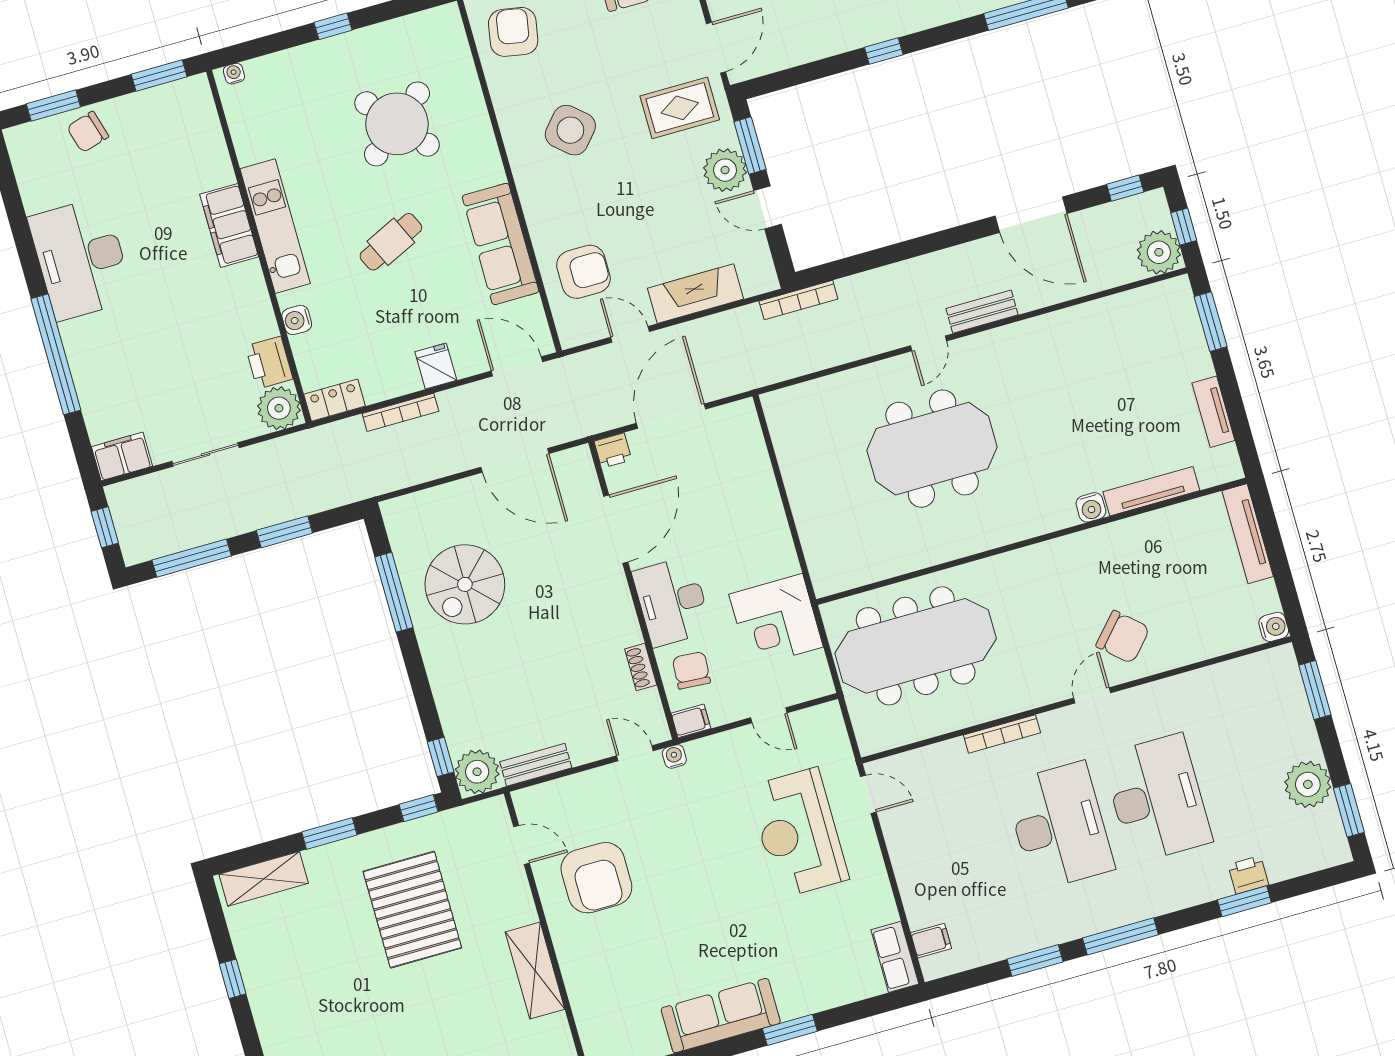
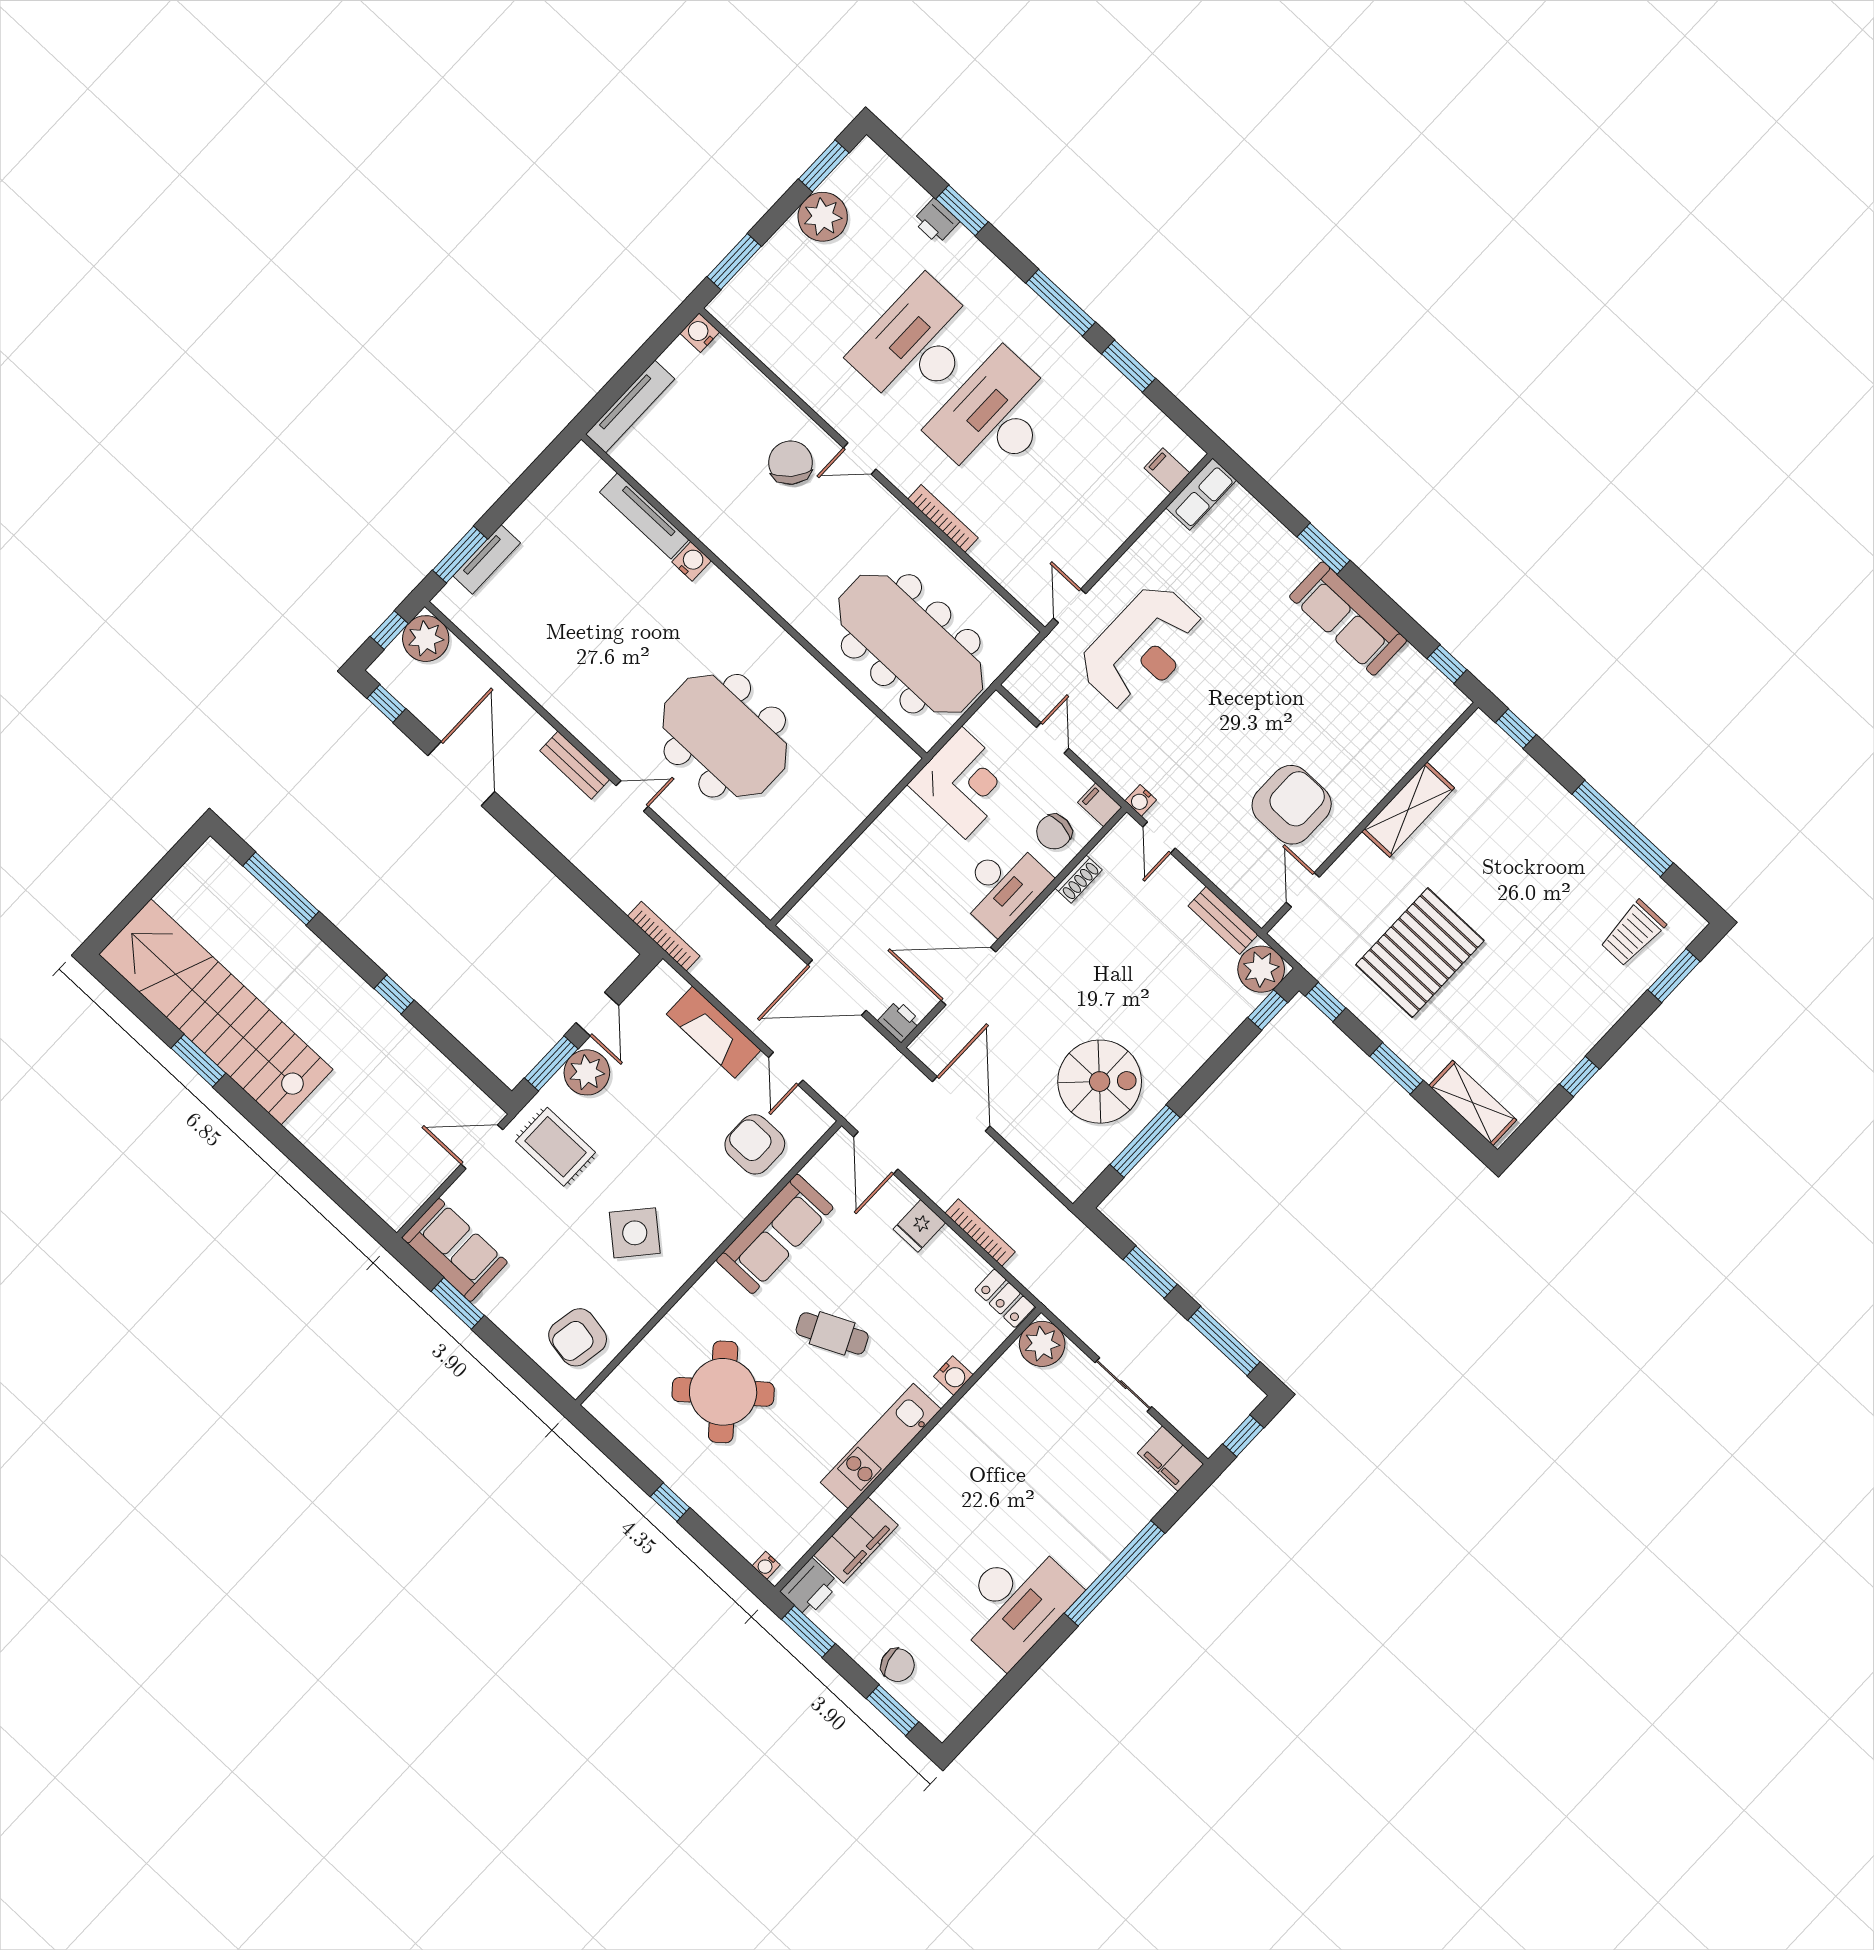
filing cabinet: (229, 225) -> (856, 1540), moved
printer: (269, 363) -> (810, 1588), moved
tv unit: (1213, 412) -> (487, 559), moved

